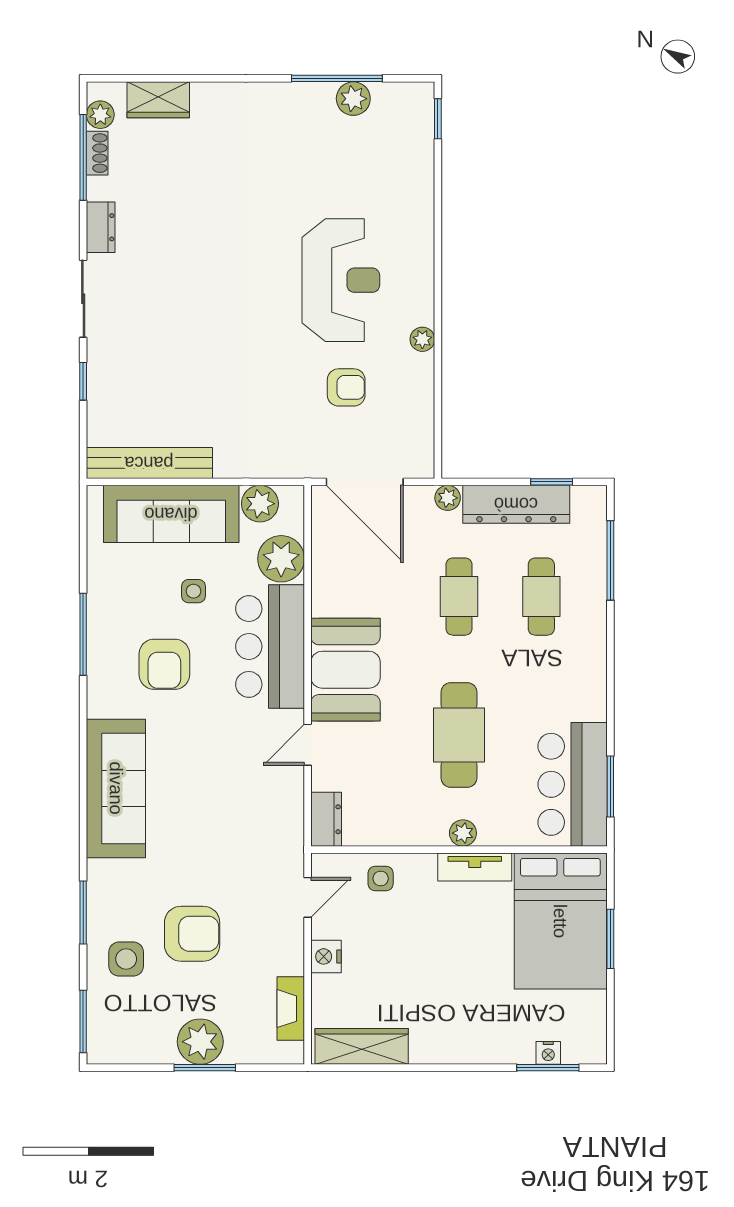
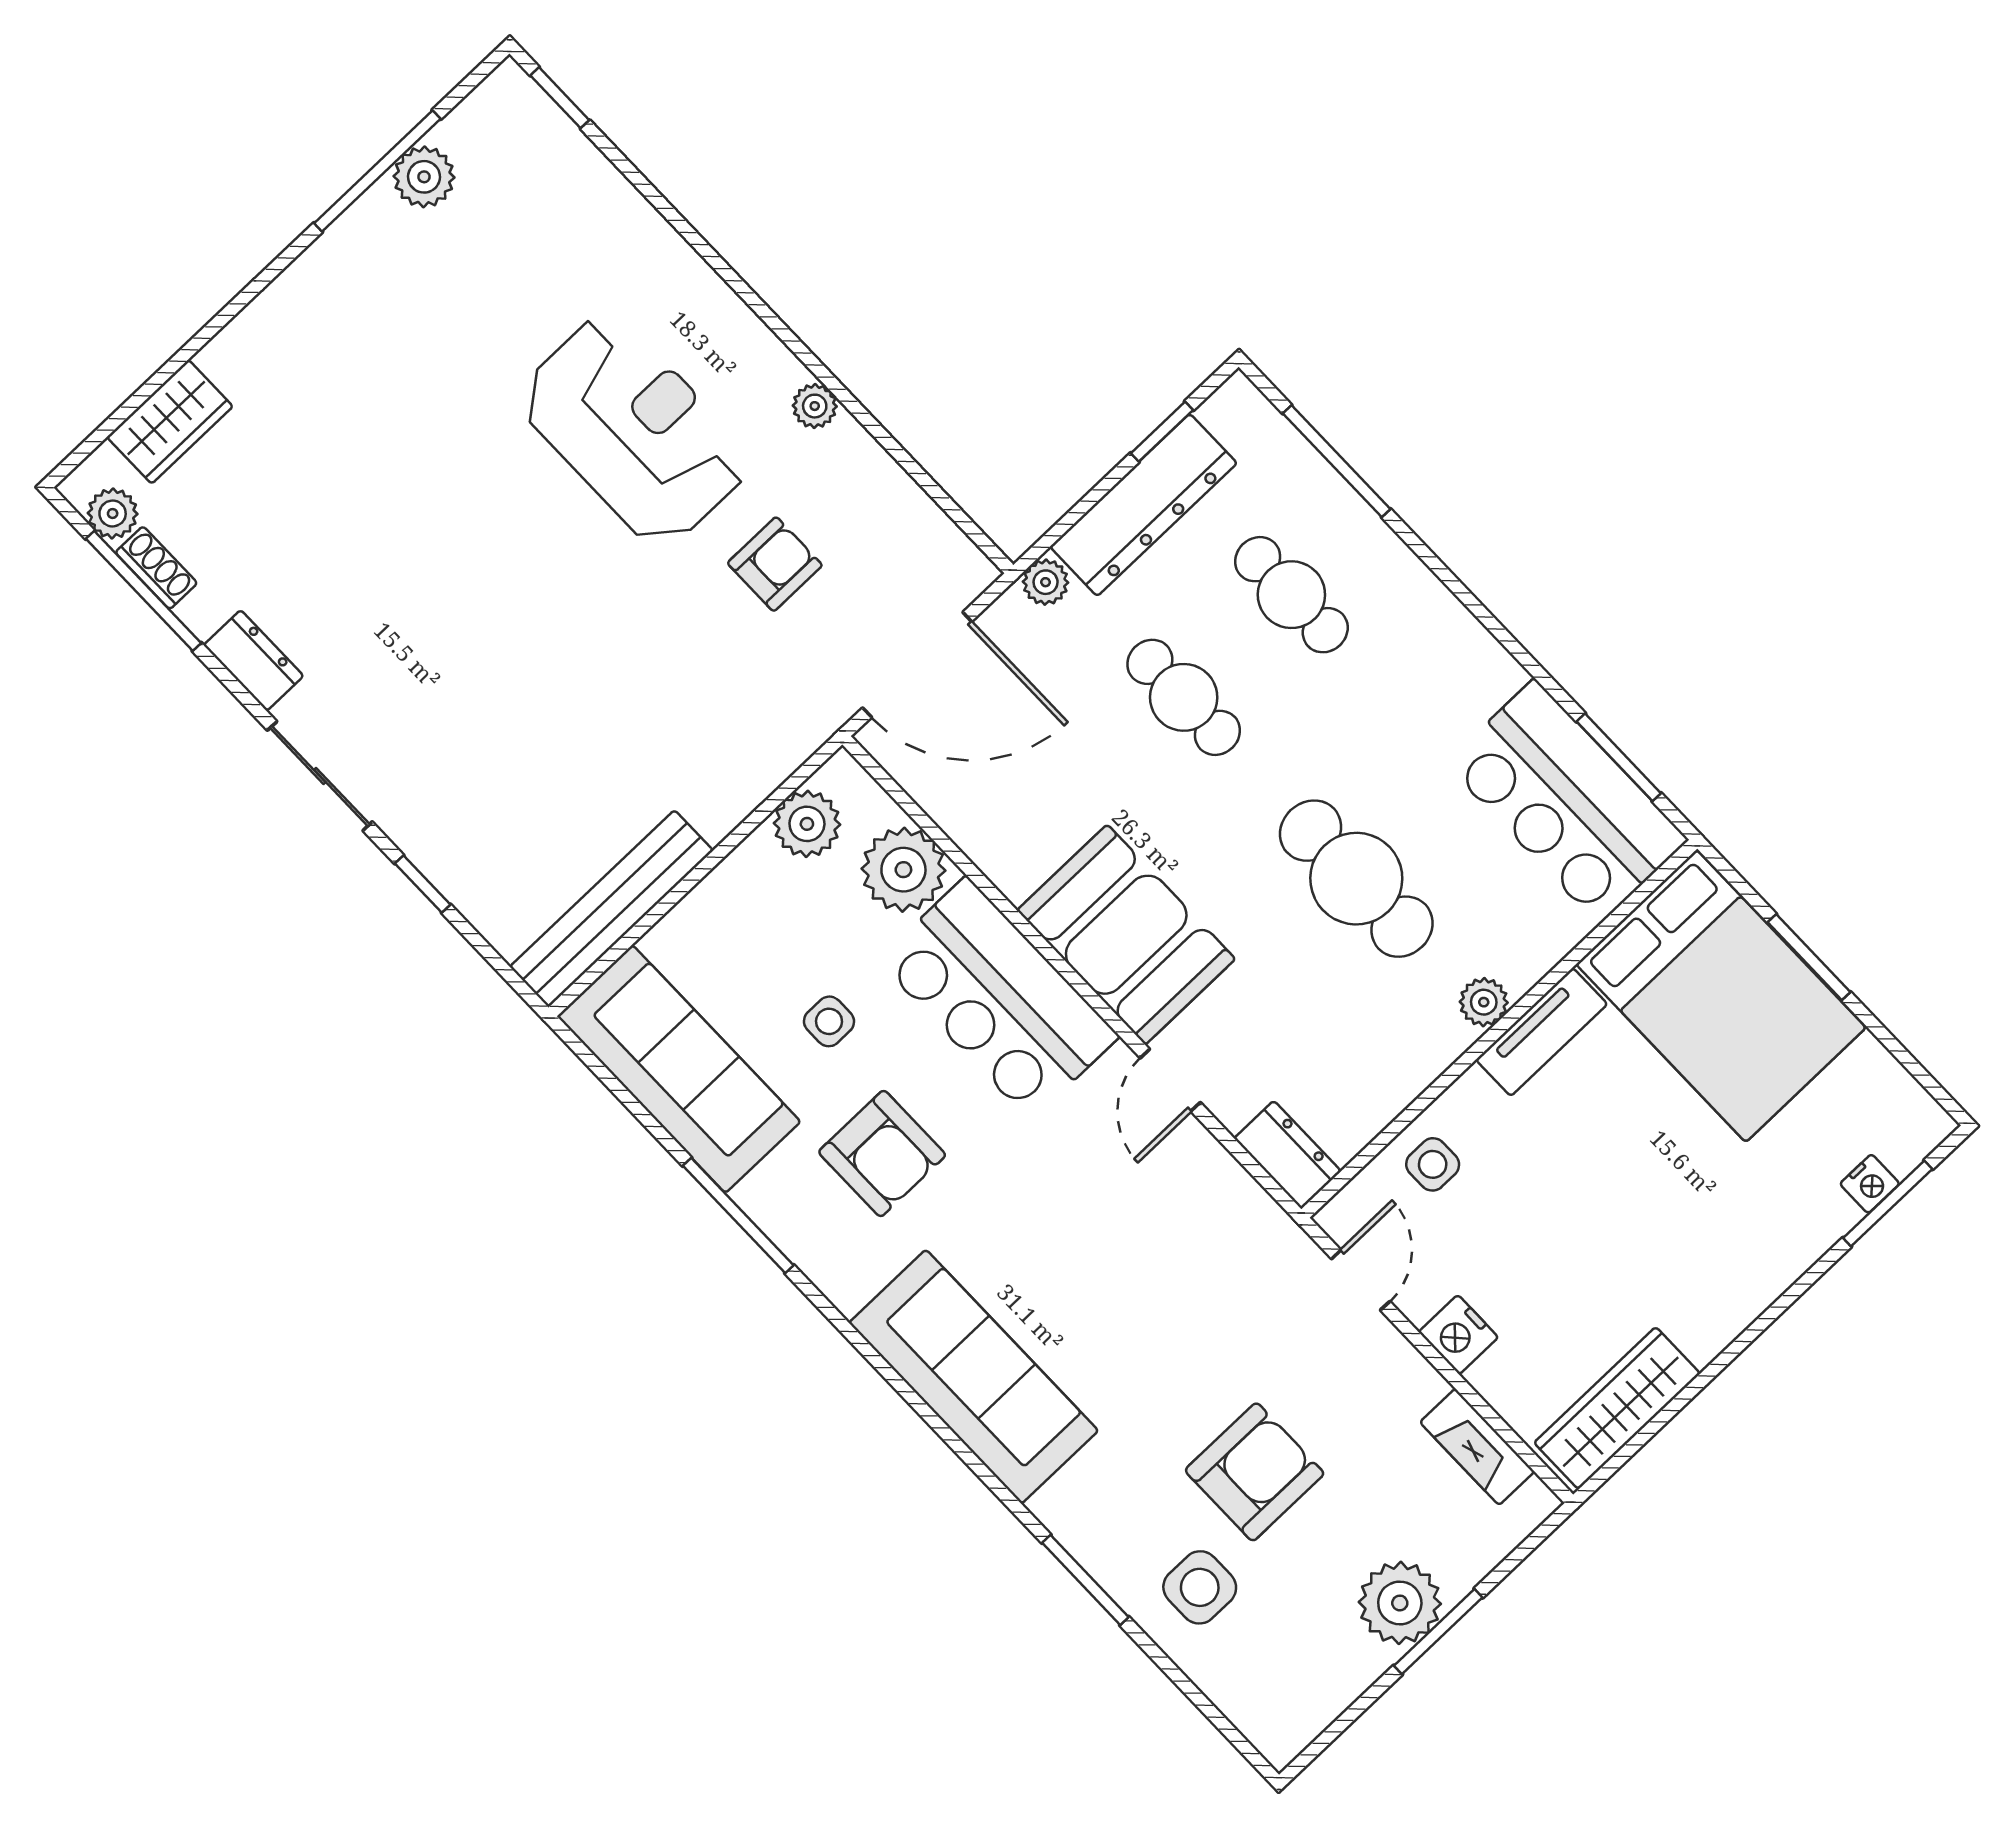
sofa: (171, 514) -> (679, 1069), moved, turned -90
window: (83, 1021) -> (1221, 1723), removed

